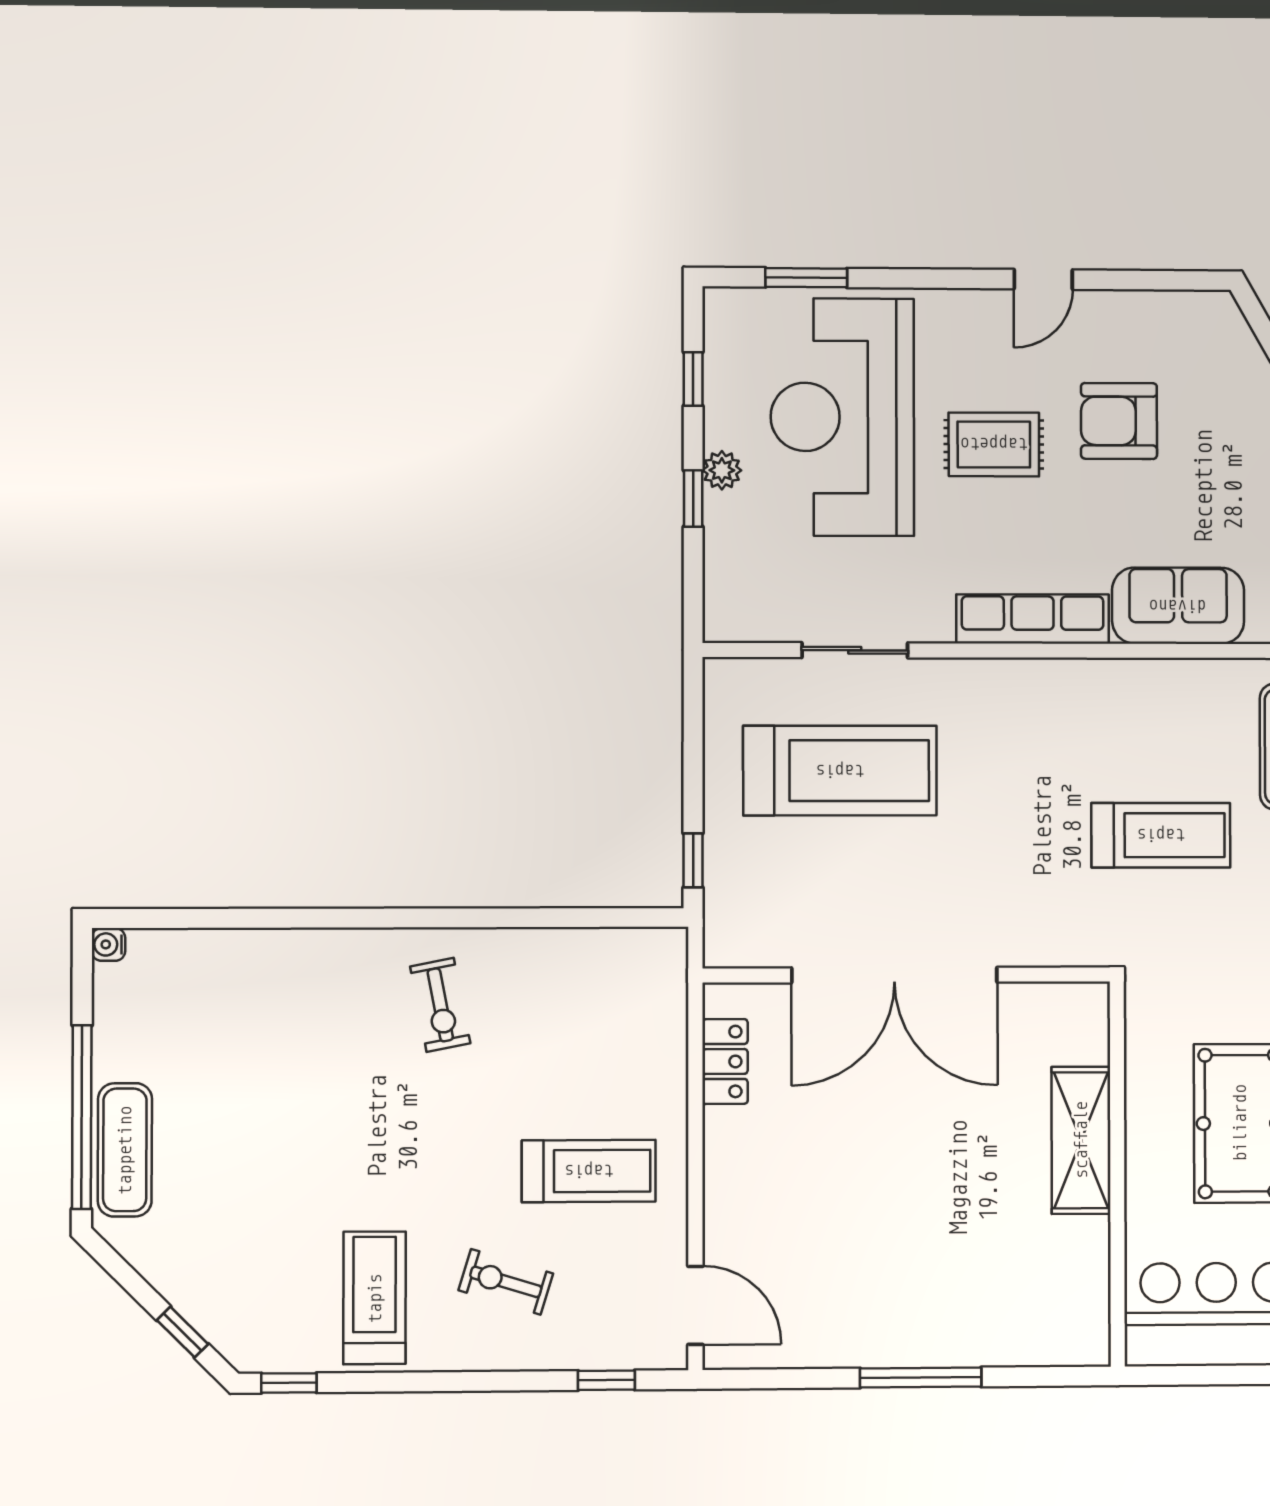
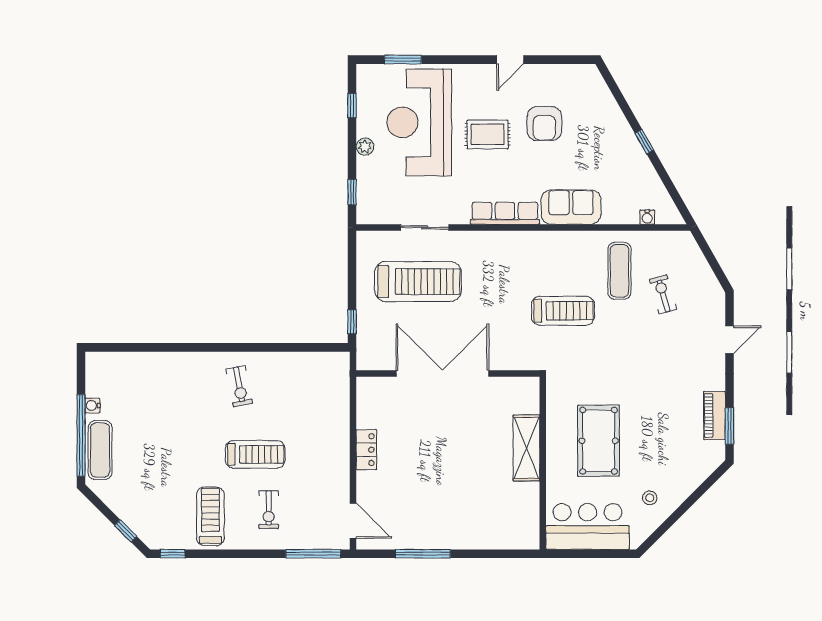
armchair: (1119, 421) -> (544, 124), turned -90
window: (693, 499) -> (352, 192), moved
water cooler: (108, 944) -> (93, 406), moved
double door: (894, 975) -> (442, 373), swing flipped
locker: (725, 1062) -> (366, 450), moved
treadmill: (589, 1171) -> (255, 454), moved
exercise bike: (506, 1282) -> (269, 510), turned -107
window: (921, 1378) -> (423, 554), moved
window: (606, 1380) -> (313, 554), width x2.17

